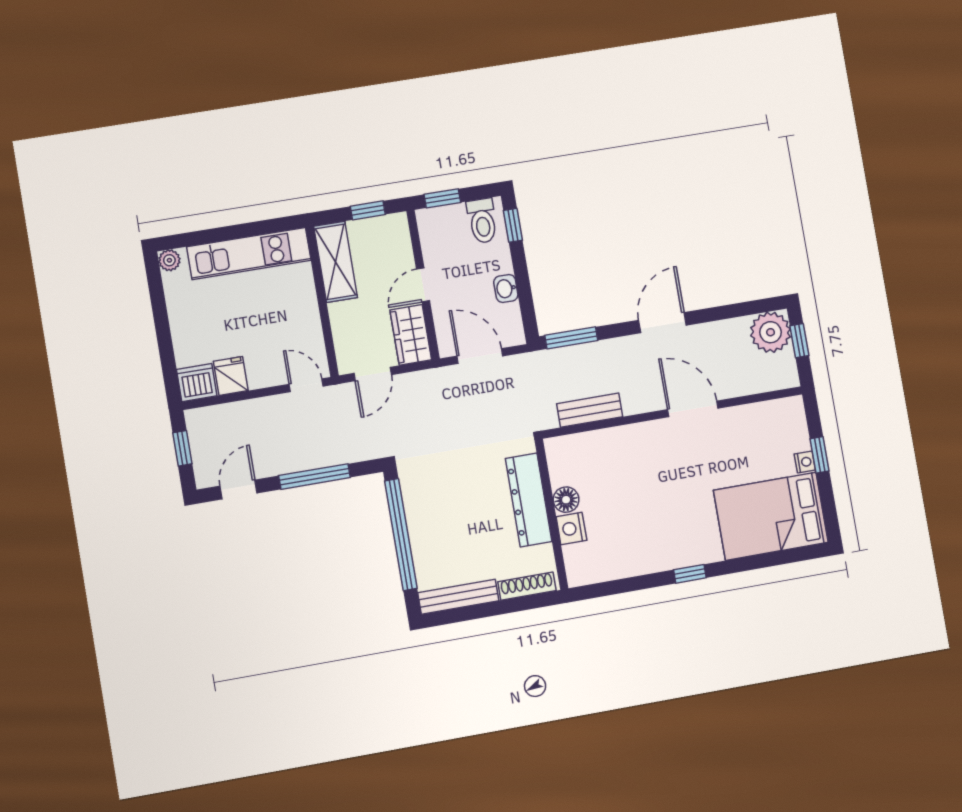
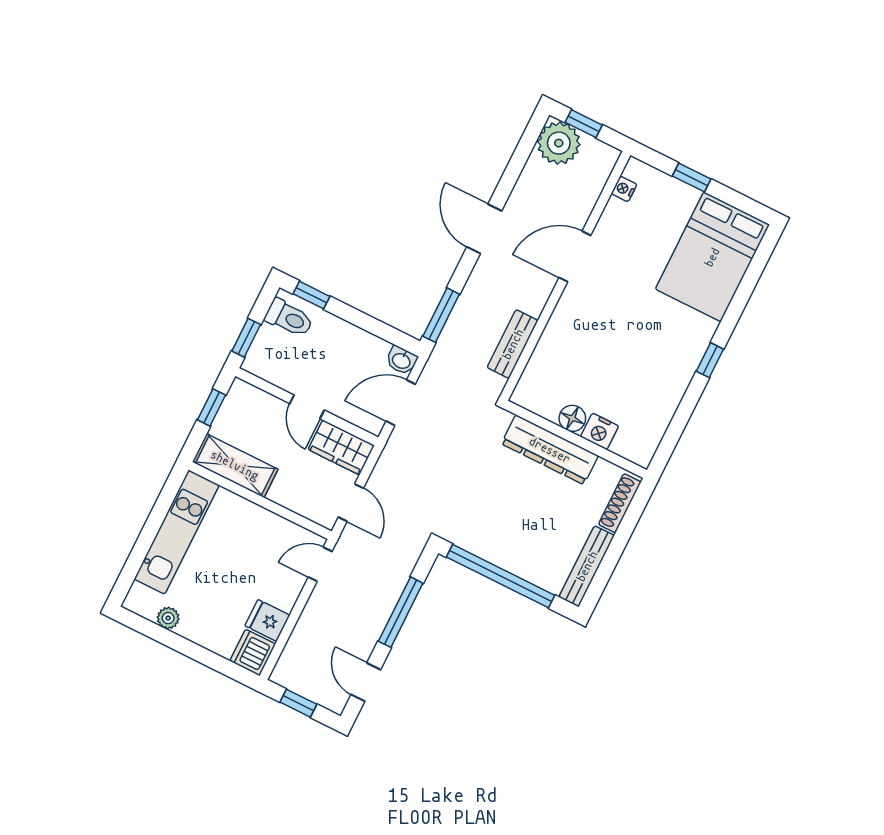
plant: (169, 260) -> (168, 618), moved
washbasin: (506, 288) -> (401, 360), moved
nightstand: (805, 462) -> (624, 189), moved, turned -90

